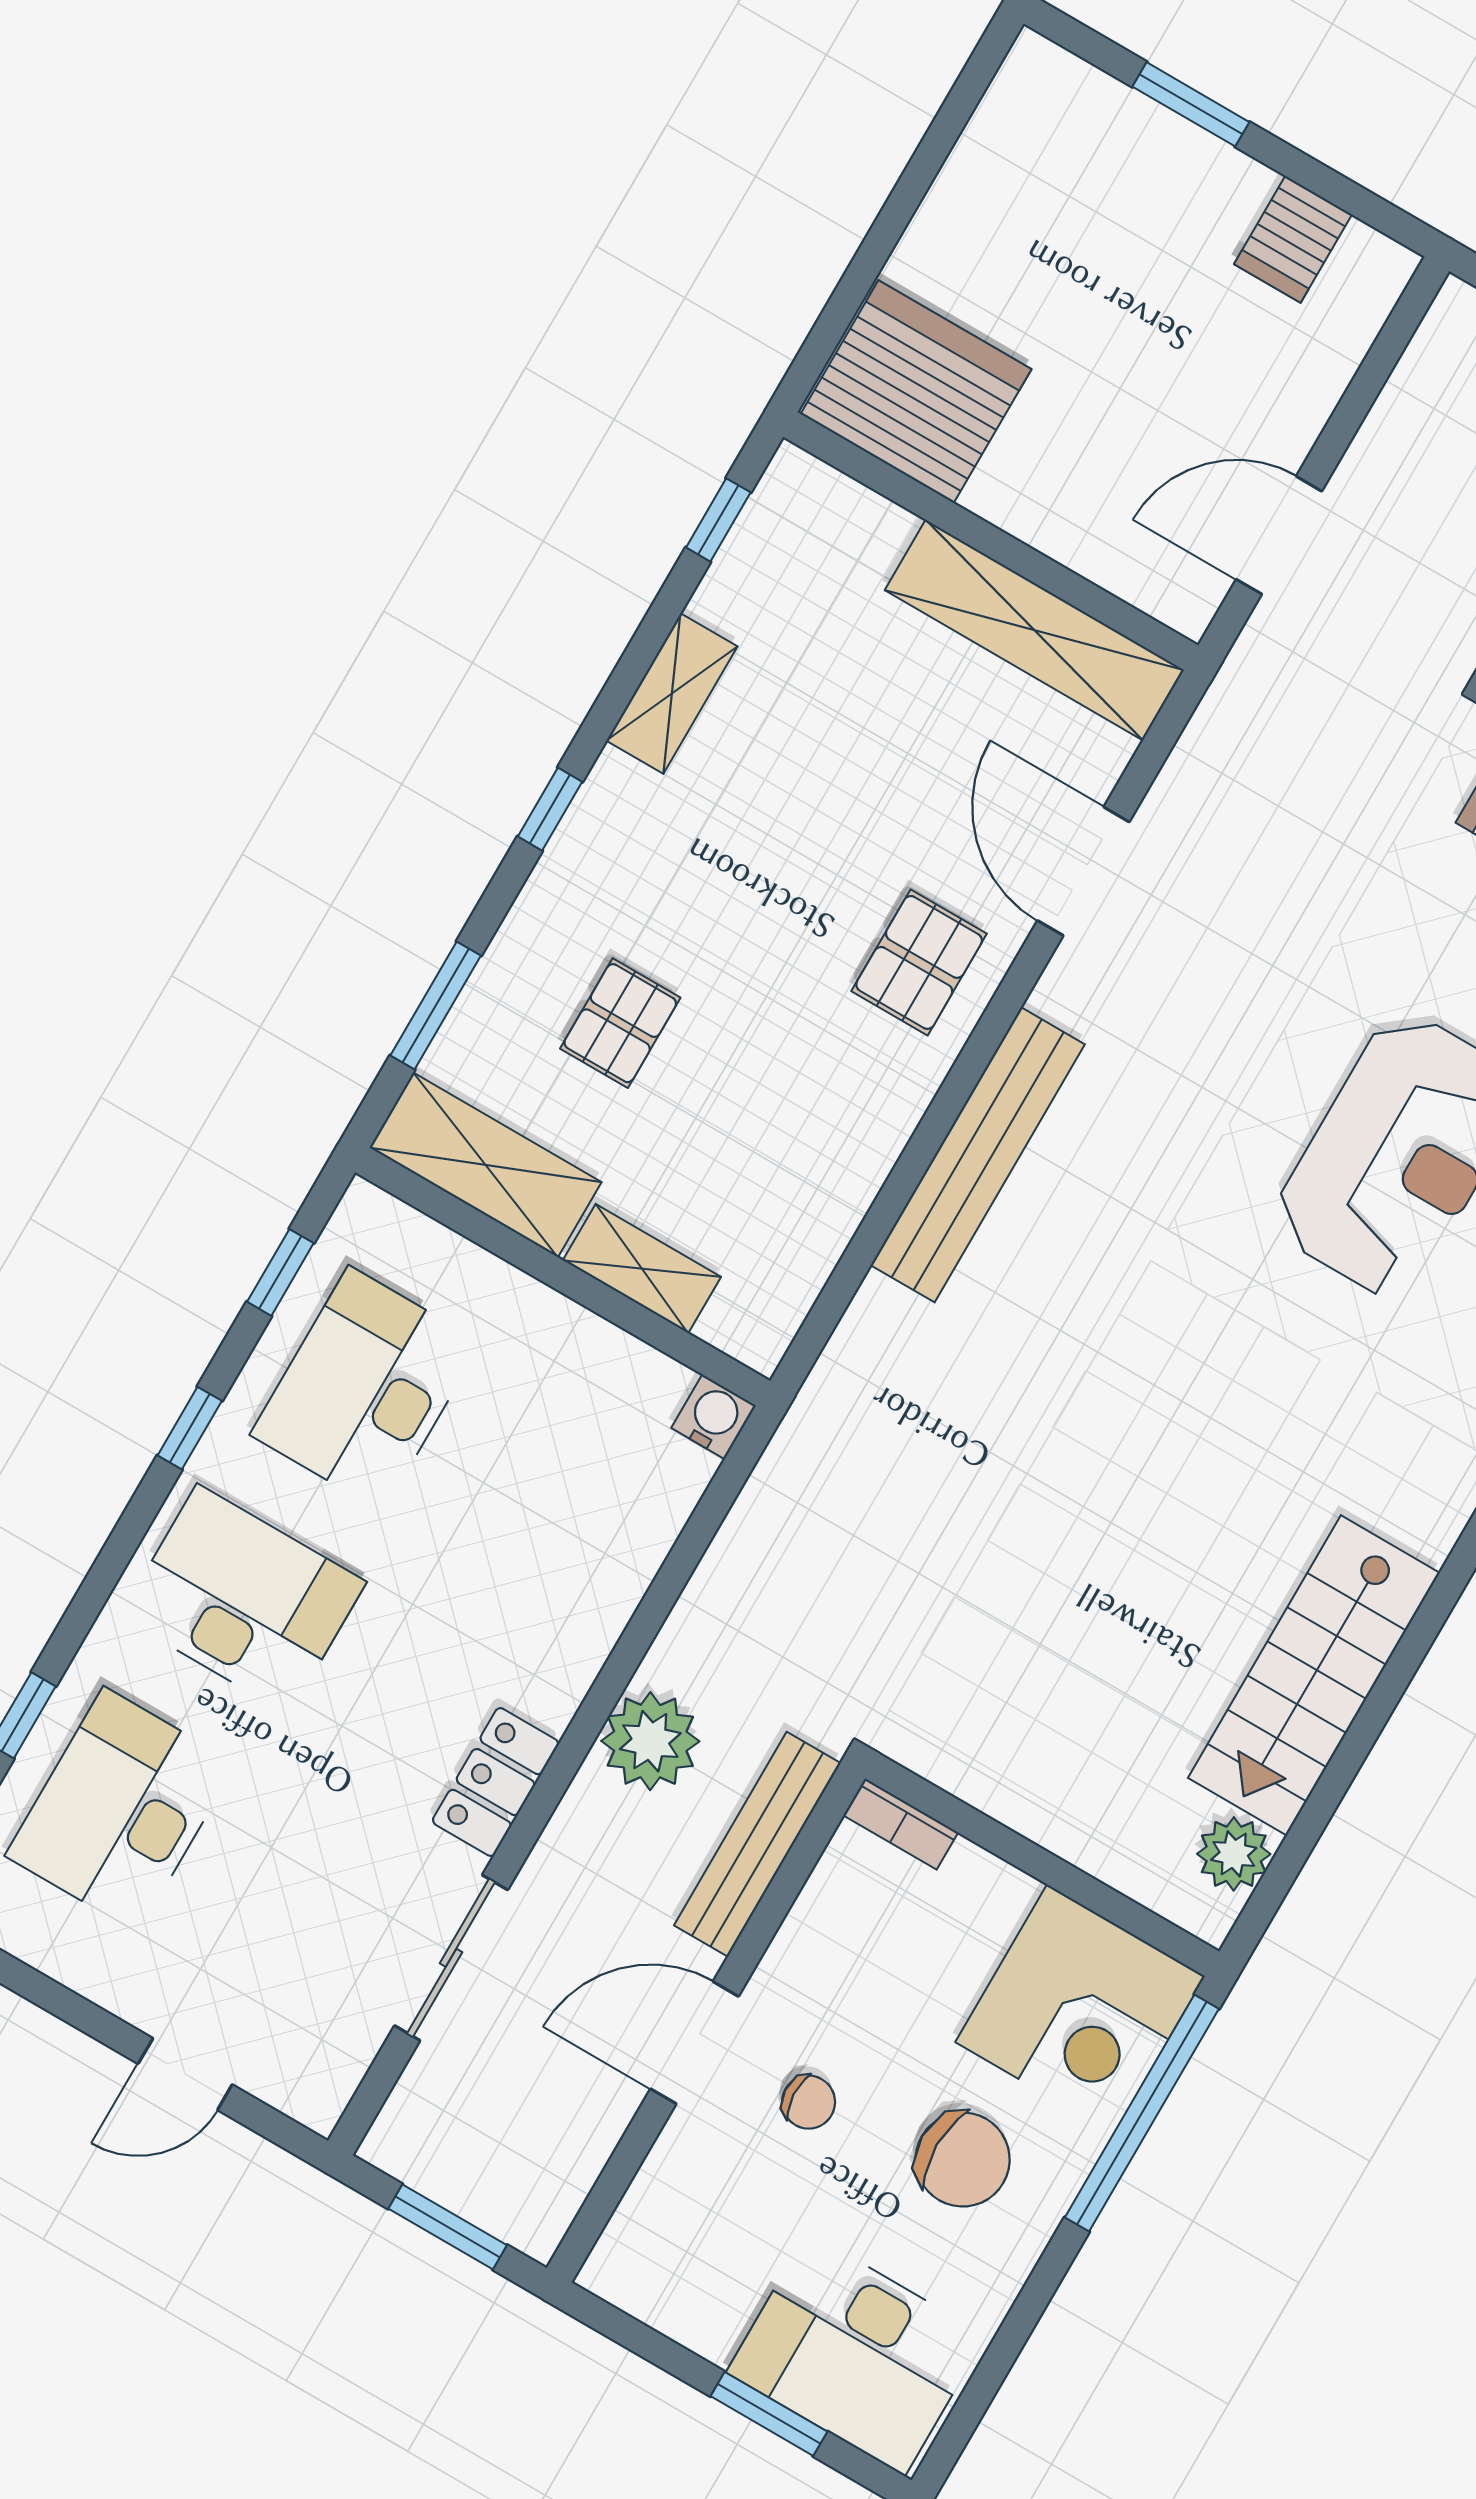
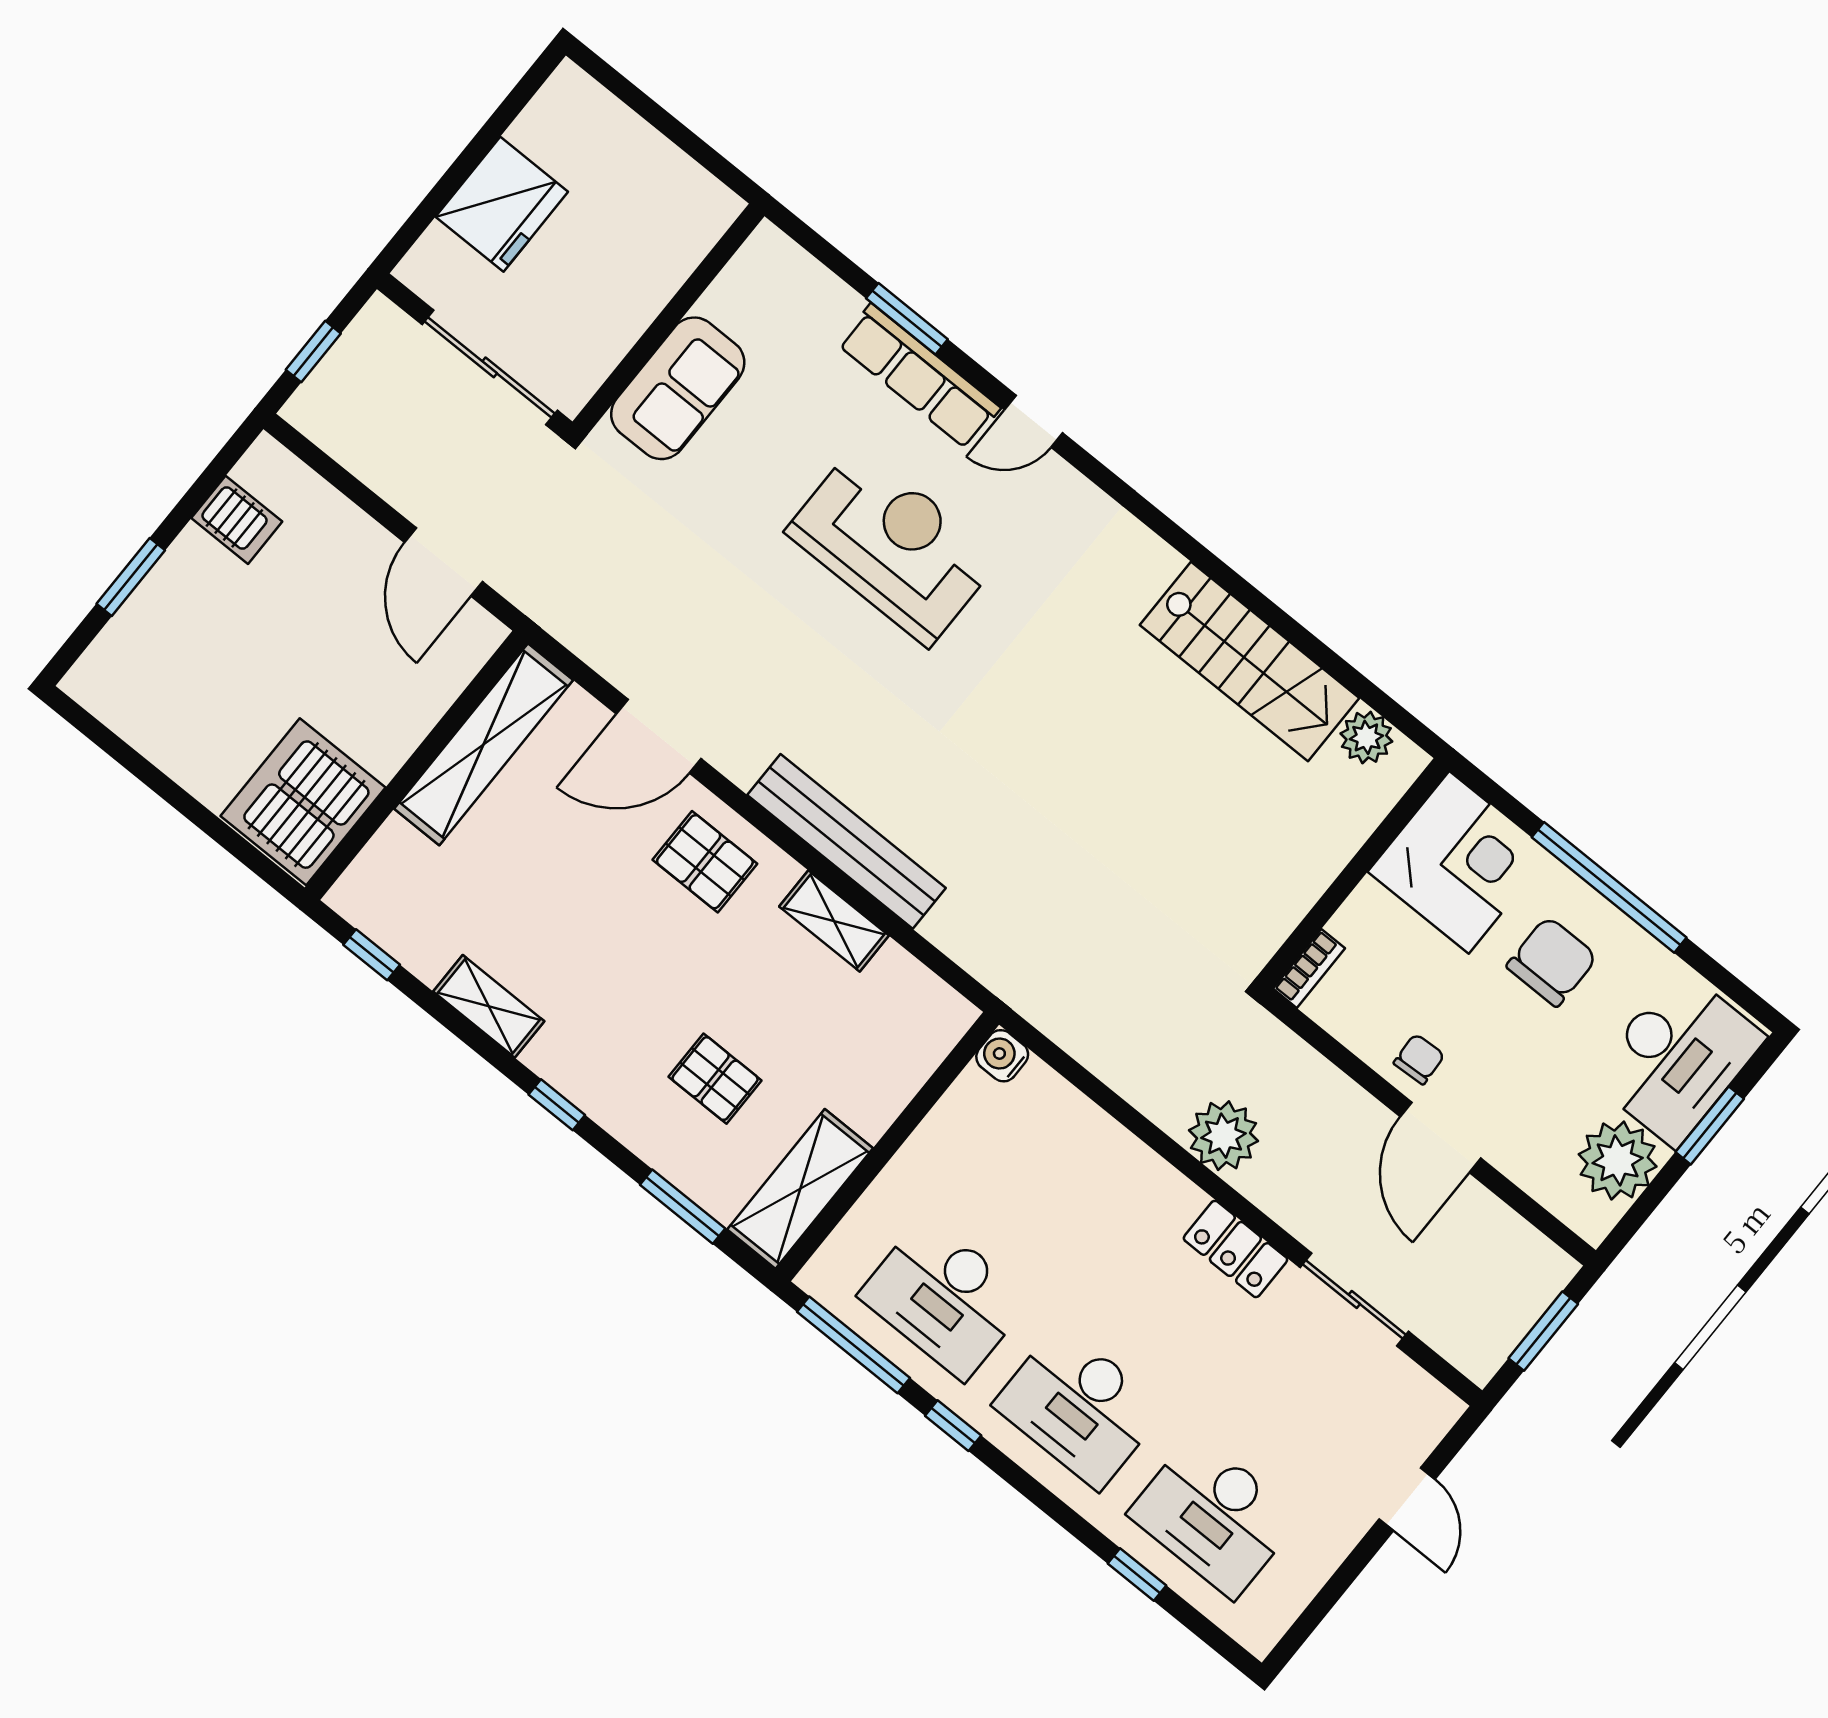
shelving: (642, 1269) -> (834, 921), moved, turned 90
window: (280, 1272) -> (853, 1345), width x2.17
desk: (243, 1599) -> (1079, 1407), turned -90
bench: (757, 1844) -> (1308, 1072), removed
chair: (809, 2102) -> (1419, 1059), moved
window: (1142, 2113) -> (1609, 887), moved
plant: (701, 2293) -> (1618, 1160), added

